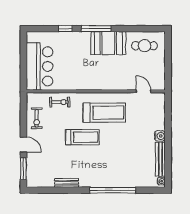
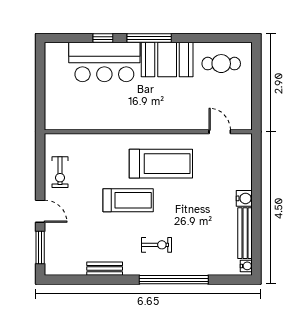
bar counter: (39, 66) -> (104, 62), moved, turned 90
exercise bike: (60, 102) -> (157, 245), moved

